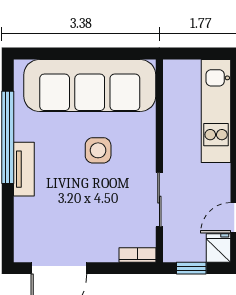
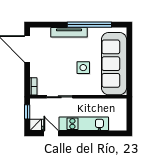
kitchen unit: (216, 111) -> (84, 124), moved
tv unit: (24, 169) -> (69, 32), width x1.41

